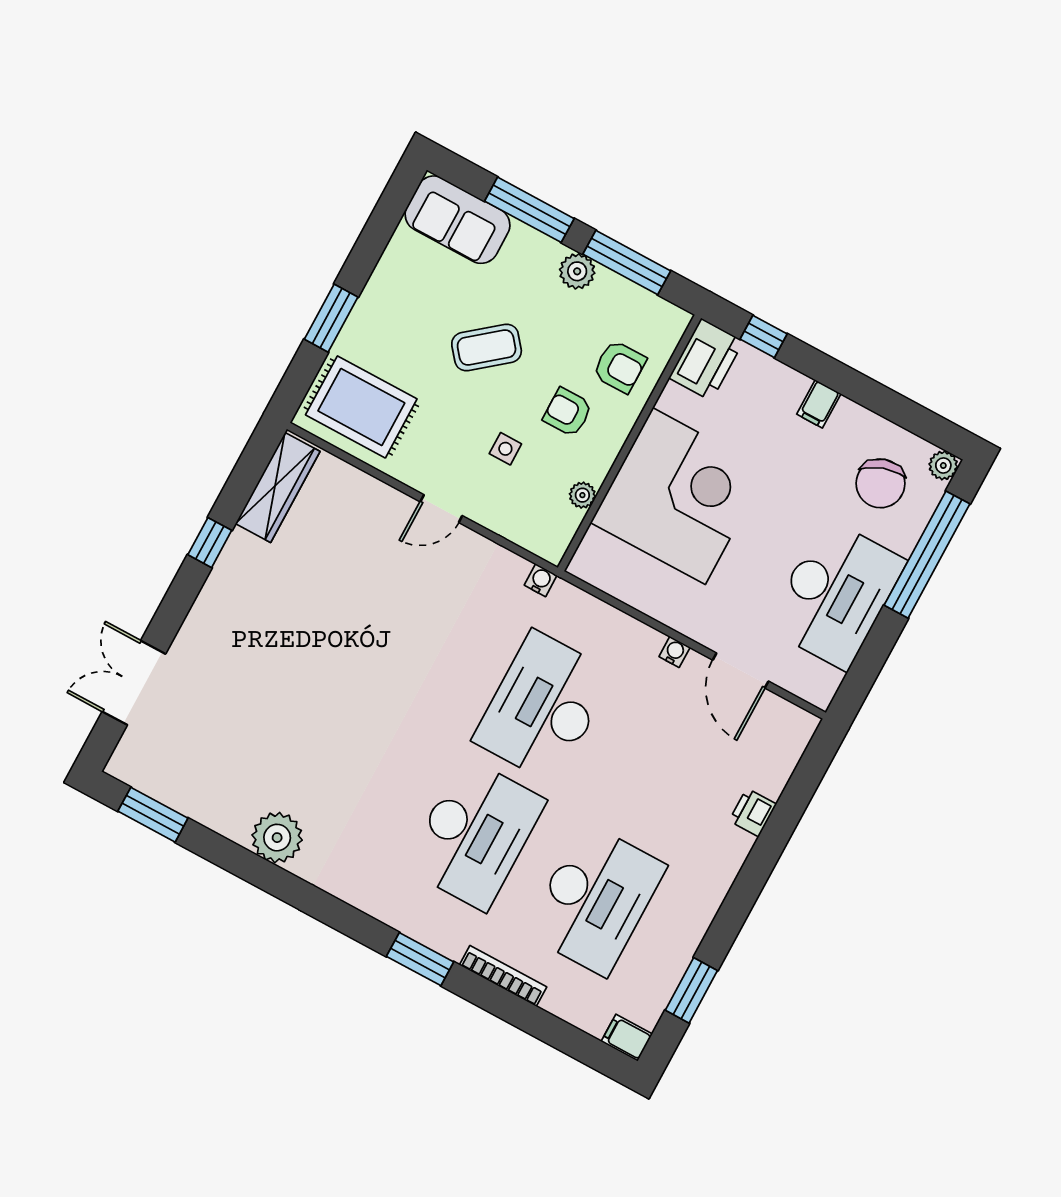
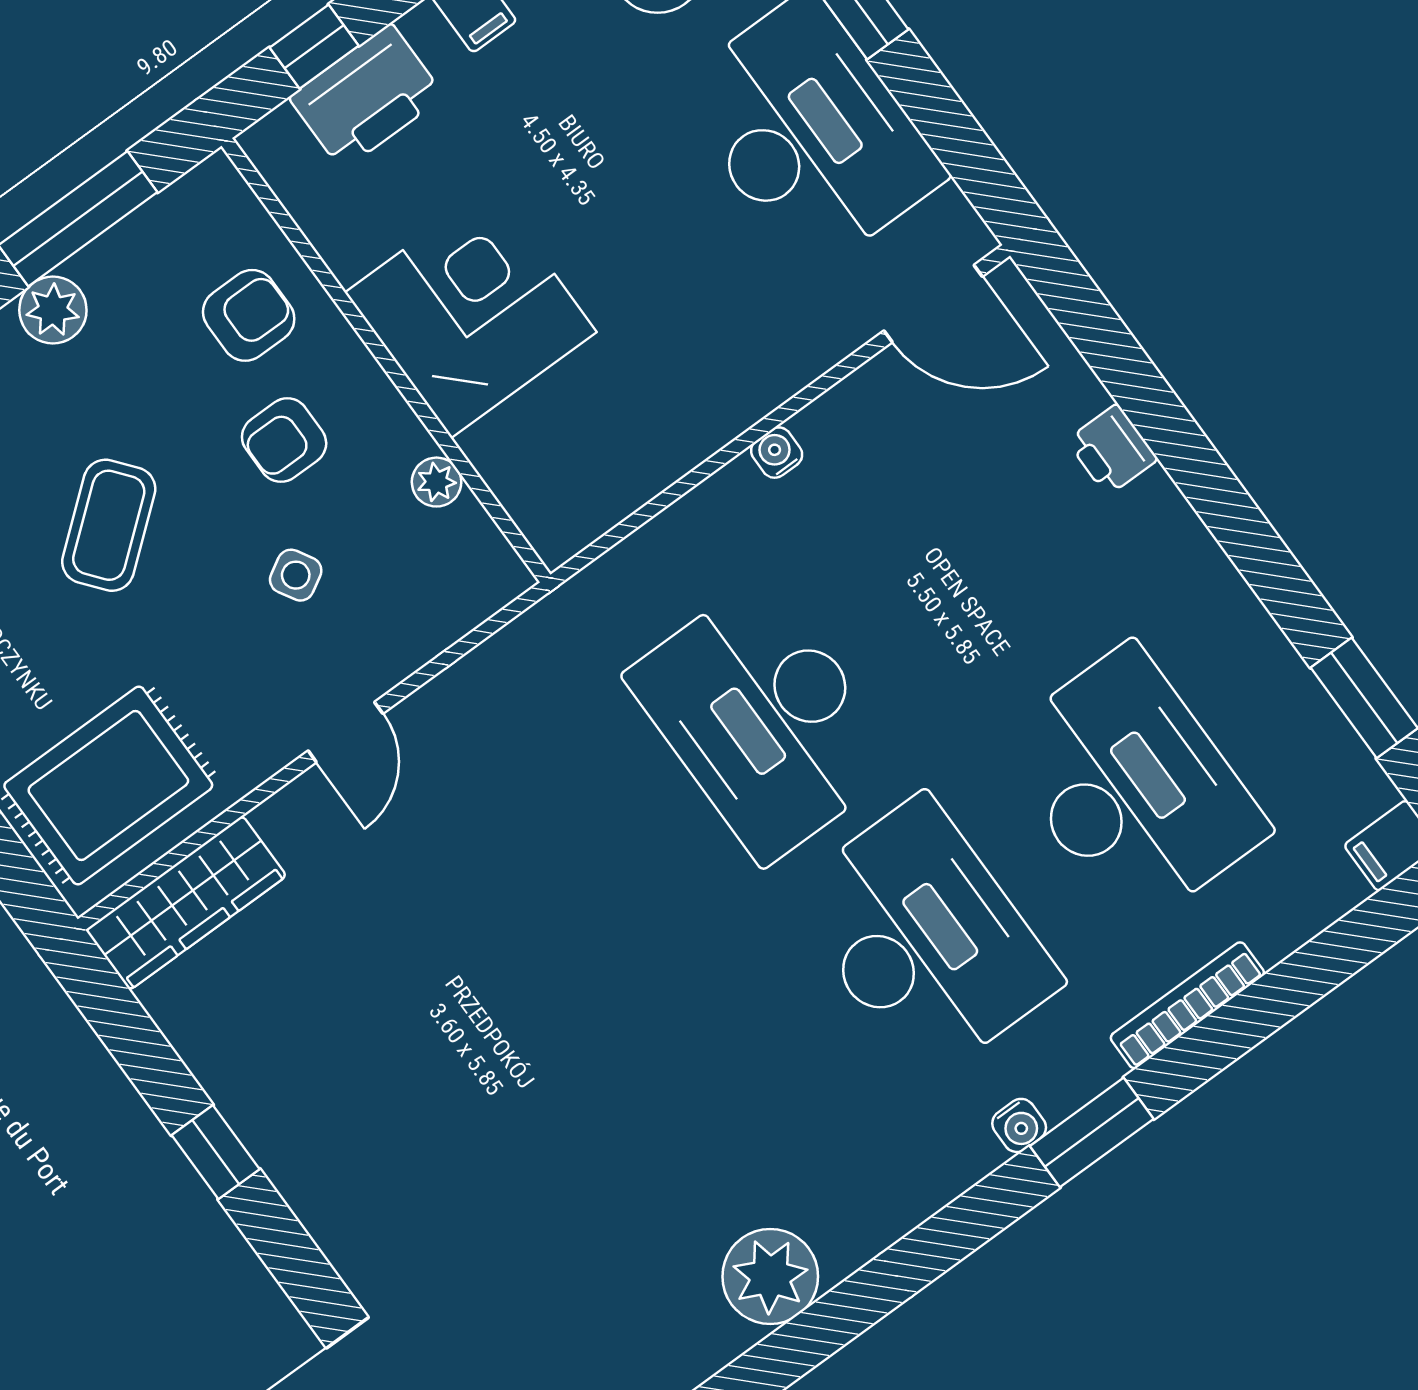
printer: (706, 360) -> (367, 97), moved, turned 90
side table: (505, 449) -> (296, 575), turned -30
wardrobe: (278, 487) -> (186, 903), moved, turned 90
corner desk: (679, 496) -> (471, 312), width x0.74, depth x0.74
water cooler: (541, 580) -> (1019, 1125), moved, turned 180
door: (741, 671) -> (933, 304), moved

